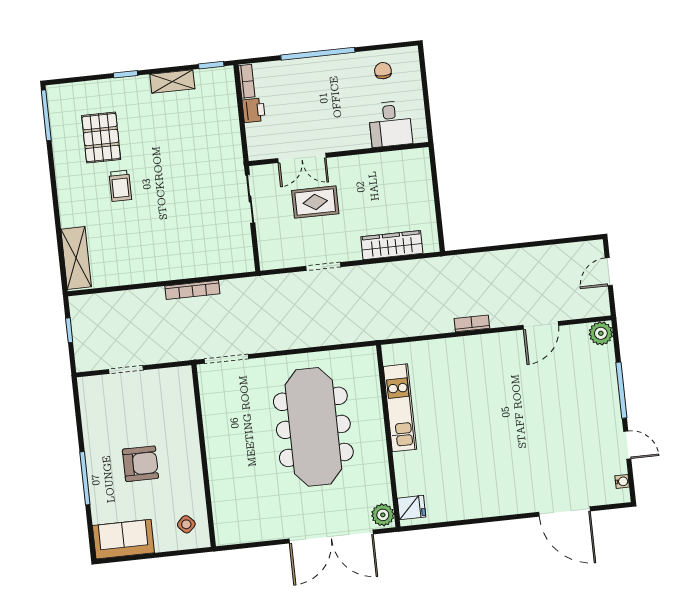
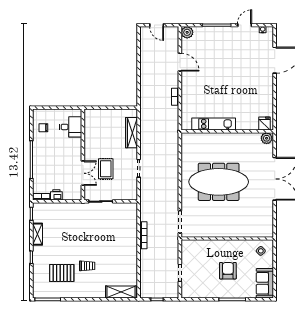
kitchen unit: (400, 408) -> (214, 124), moved
wall: (388, 436) -> (227, 131), moved
fridge: (412, 508) -> (264, 123), moved
plant: (383, 515) -> (267, 138), moved

